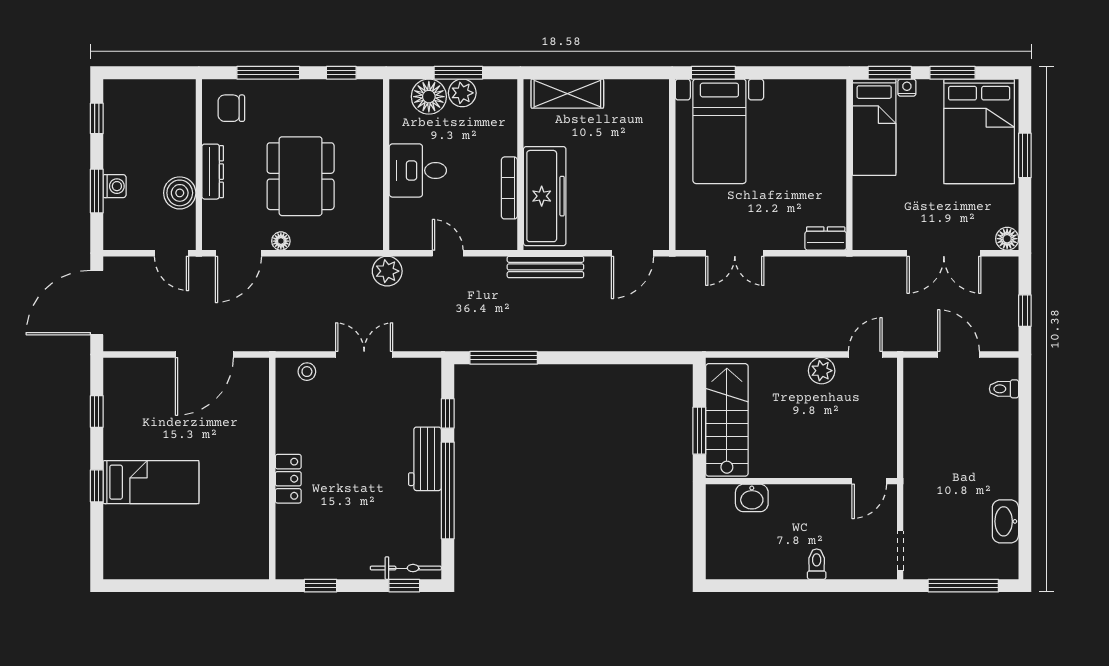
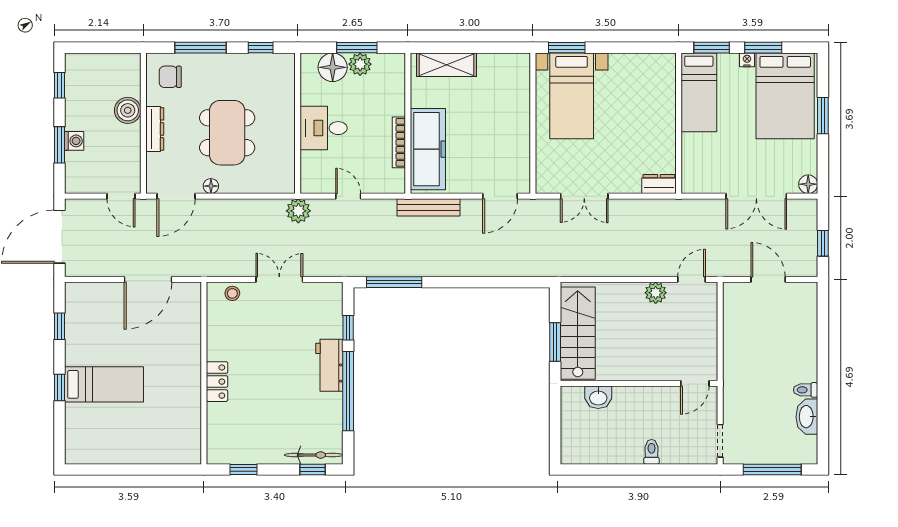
nightstand: (907, 88) -> (747, 60), moved
boiler: (180, 193) -> (128, 110), moved
toilet: (1004, 389) -> (806, 390), moved

